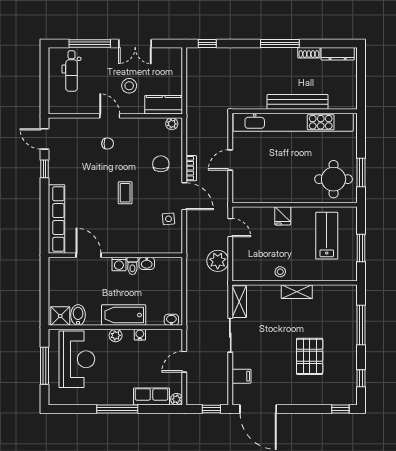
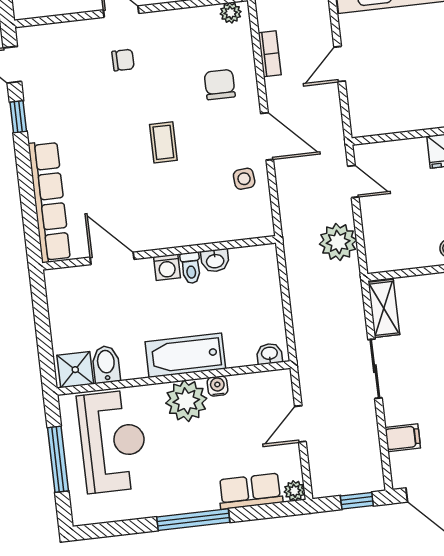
bookcase: (191, 168) -> (270, 54), moved
plant: (116, 335) -> (186, 401), width x1.87, depth x1.87

